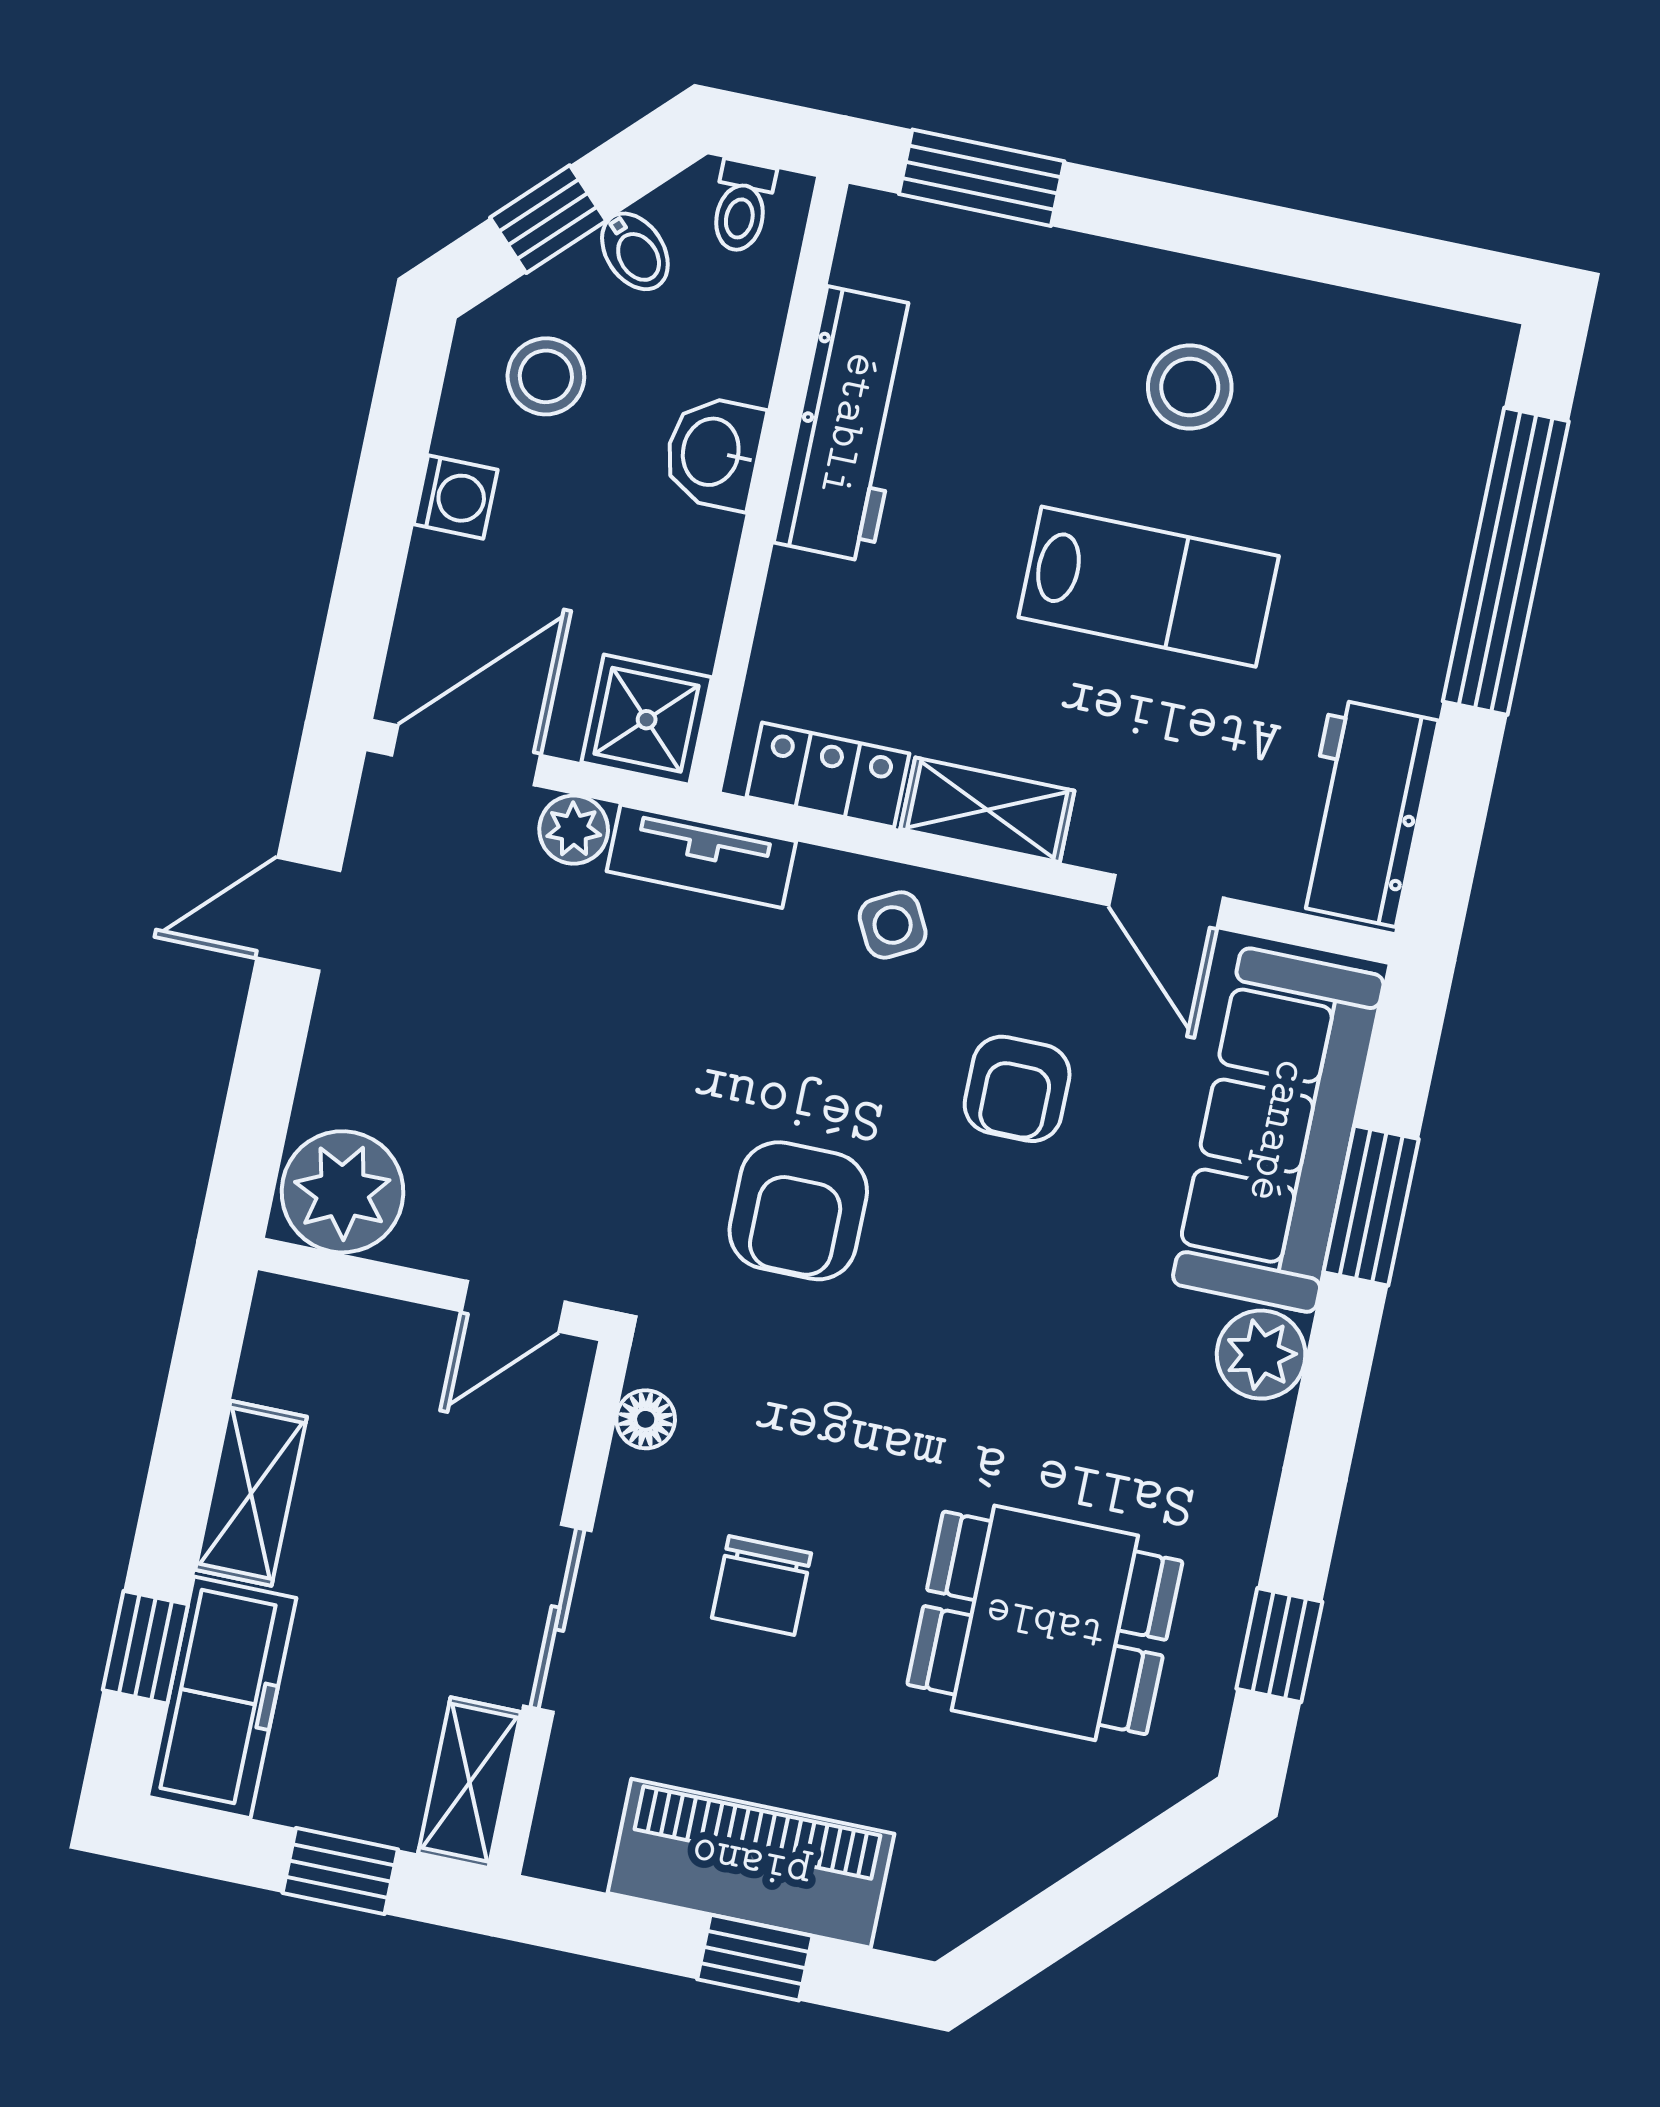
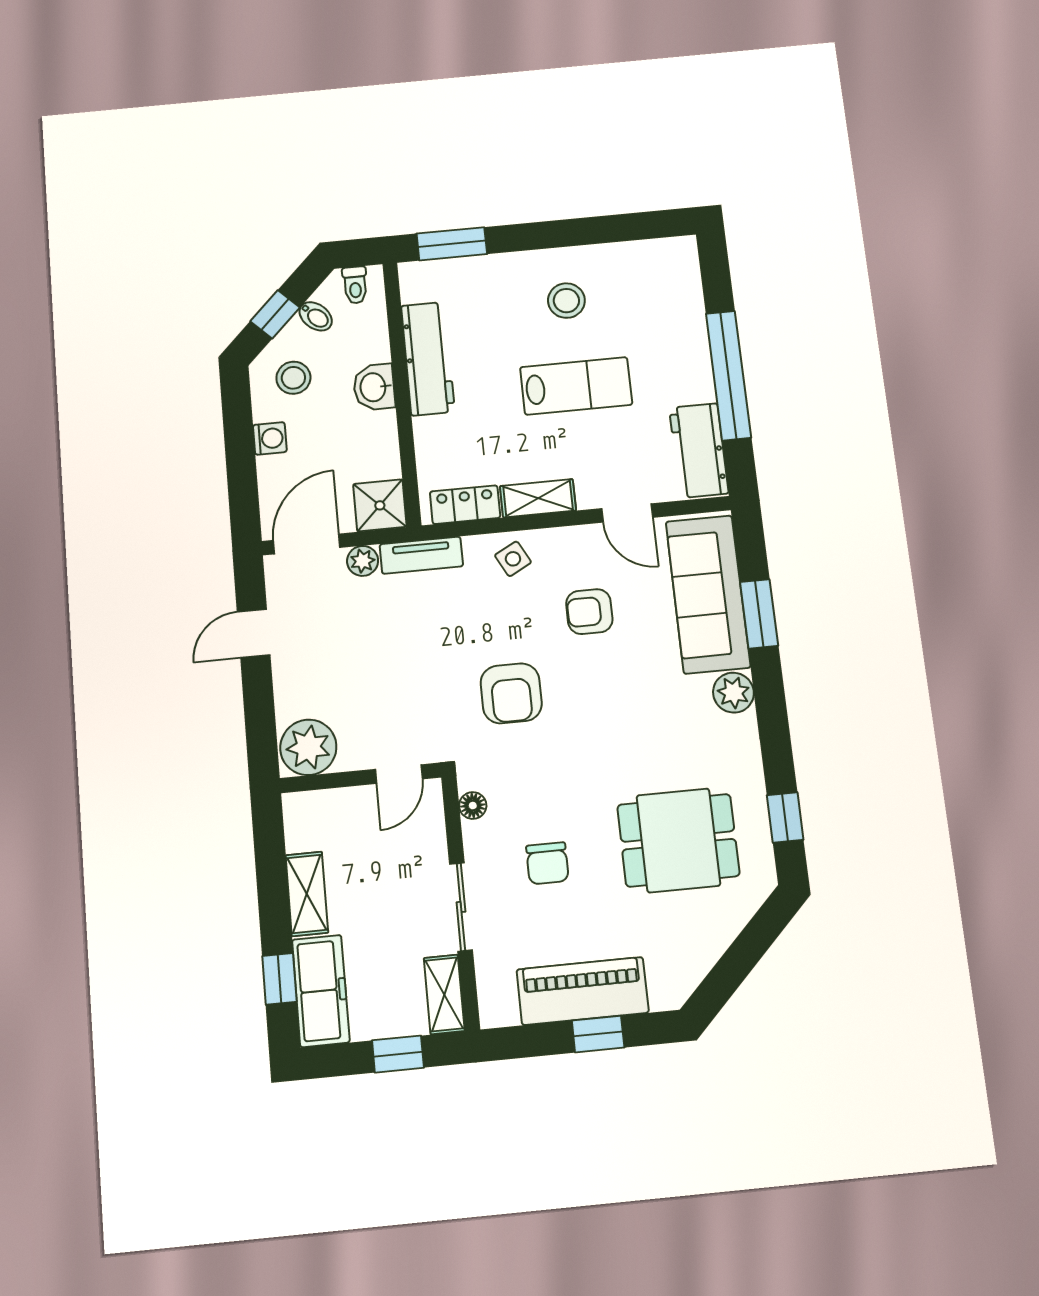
window: (1506, 561) -> (729, 375), moved
armchair: (1017, 1089) -> (589, 612), turned 90

